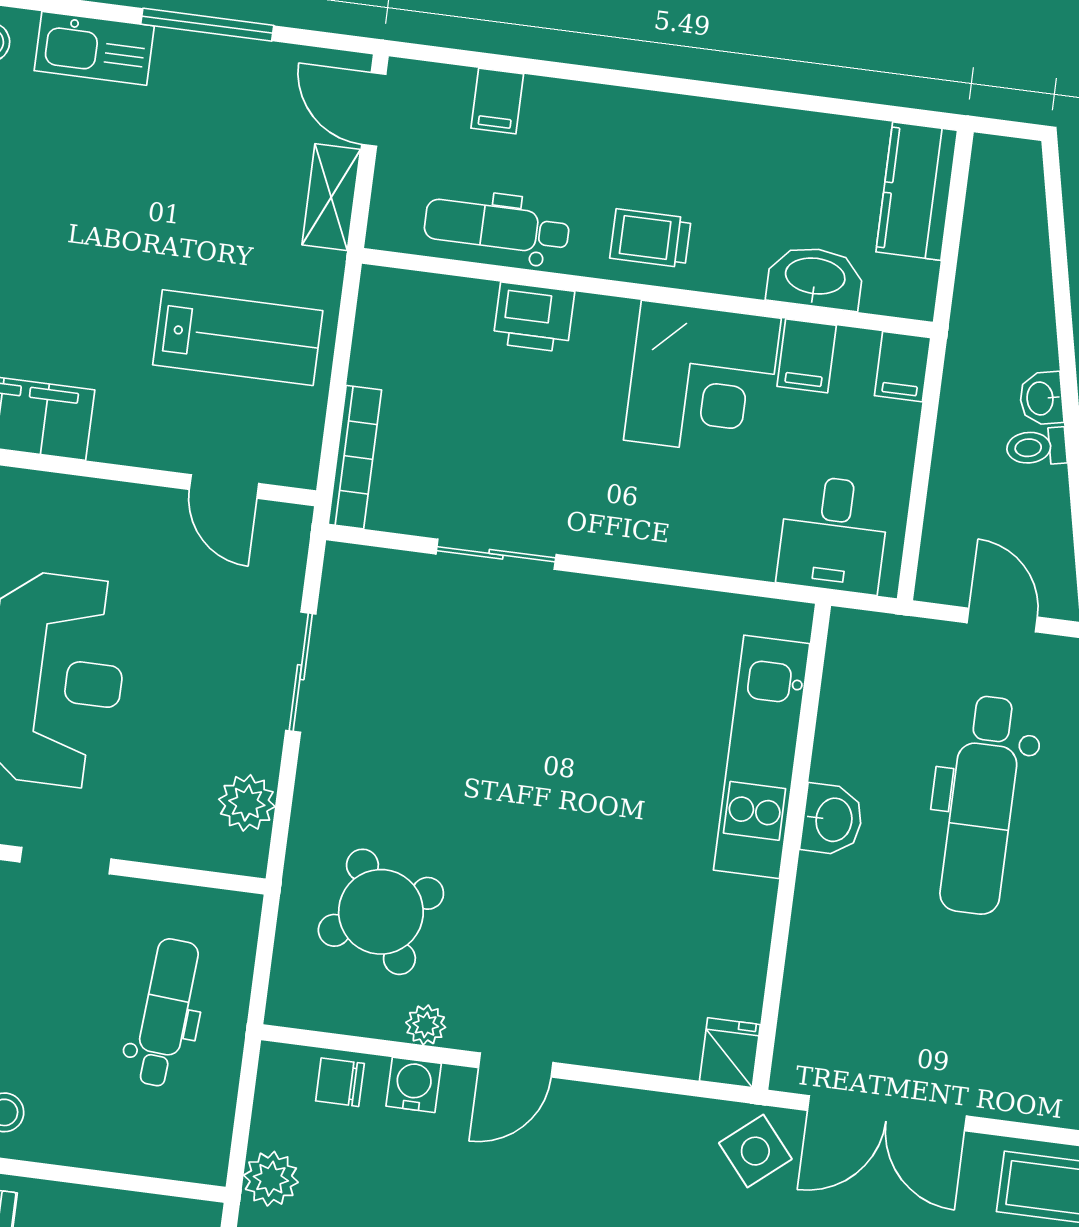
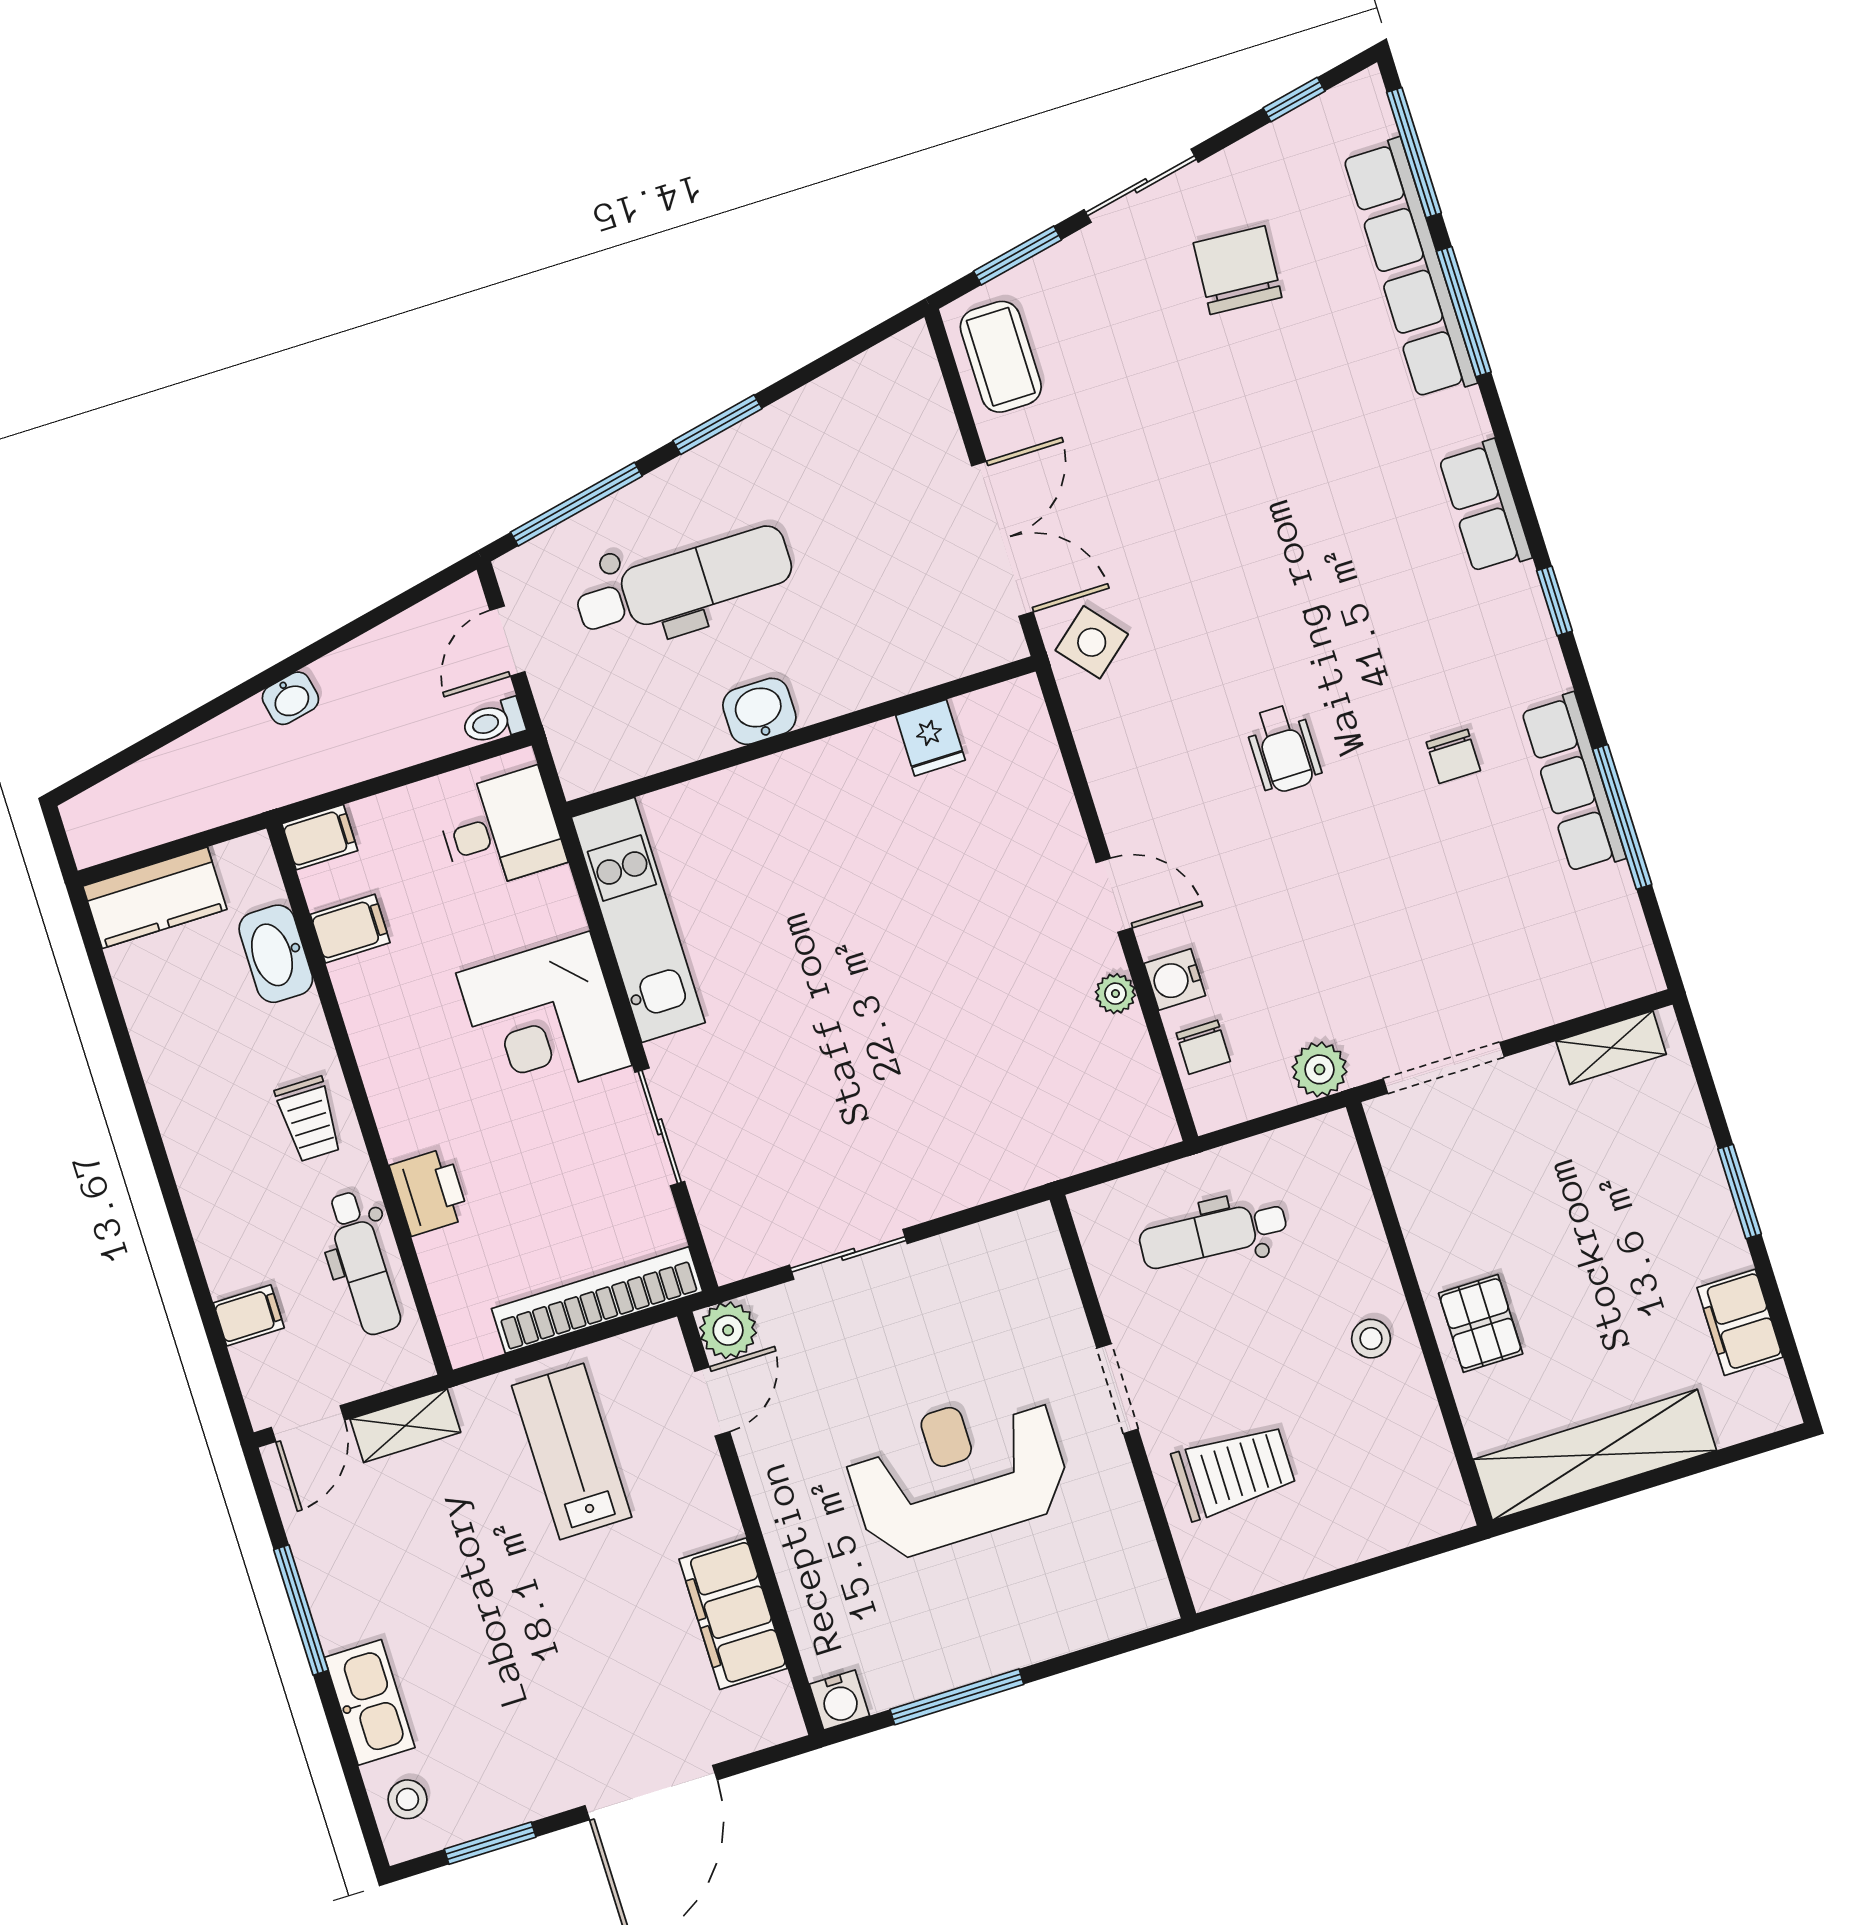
corner desk: (702, 379) -> (544, 1019), moved, turned 180
toilet: (1036, 447) -> (493, 722), moved, turned 102
bookcase: (355, 457) -> (597, 1300), width x1.48, depth x1.31
kitchen unit: (762, 757) -> (638, 920), moved, turned -90
plant: (247, 803) -> (728, 1330), moved
round table: (381, 912) -> (1032, 1081), removed
fridge: (730, 1053) -> (930, 738), moved, turned -90

